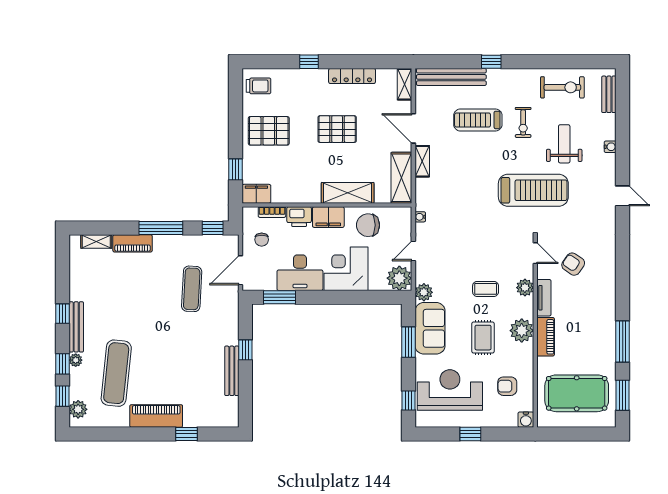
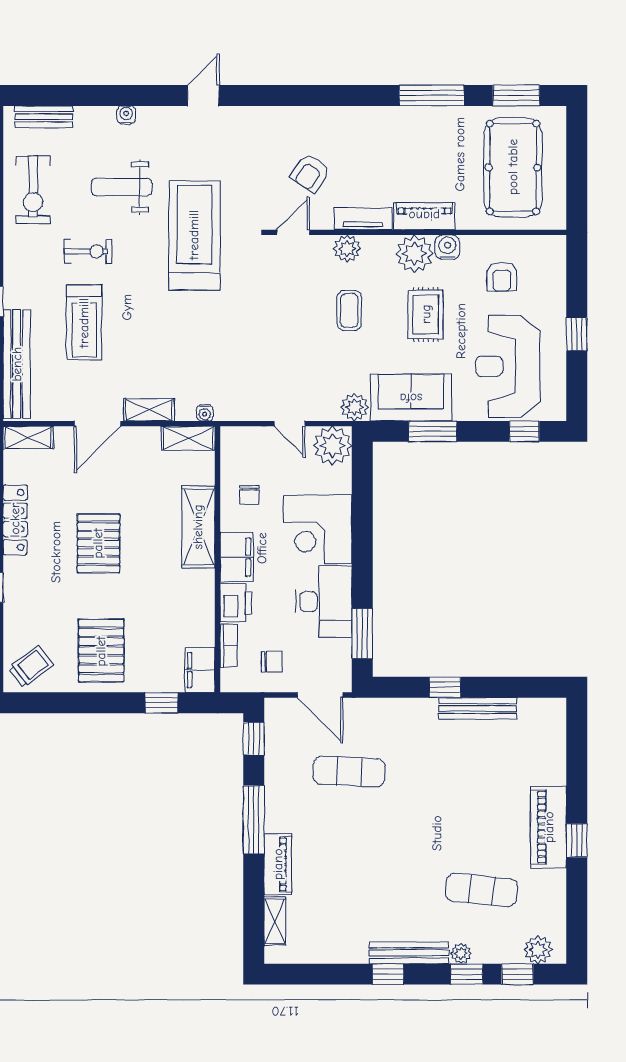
trolley: (259, 86) -> (31, 667), turned 52
exercise bike: (562, 87) -> (33, 190), turned 180
shelving: (401, 178) -> (188, 438), width x0.67, depth x0.75
water cooler: (420, 217) -> (205, 413), moved
chair: (368, 225) -> (249, 495), width x0.54, depth x0.54
rug: (483, 338) -> (426, 314), turned 90
exercise mat: (116, 373) -> (481, 890), width x0.73, depth x0.69
water cooler: (526, 420) -> (447, 247), moved, turned -90
window: (187, 434) -> (577, 841), moved

